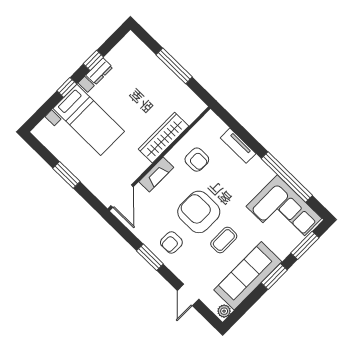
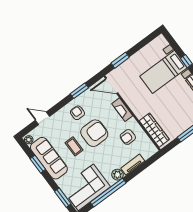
wardrobe: (163, 138) -> (154, 130), moved
plant: (257, 167) -> (117, 175), added
window: (66, 175) -> (120, 60), moved
window: (150, 257) -> (79, 91), moved
window: (274, 276) -> (38, 164), moved

